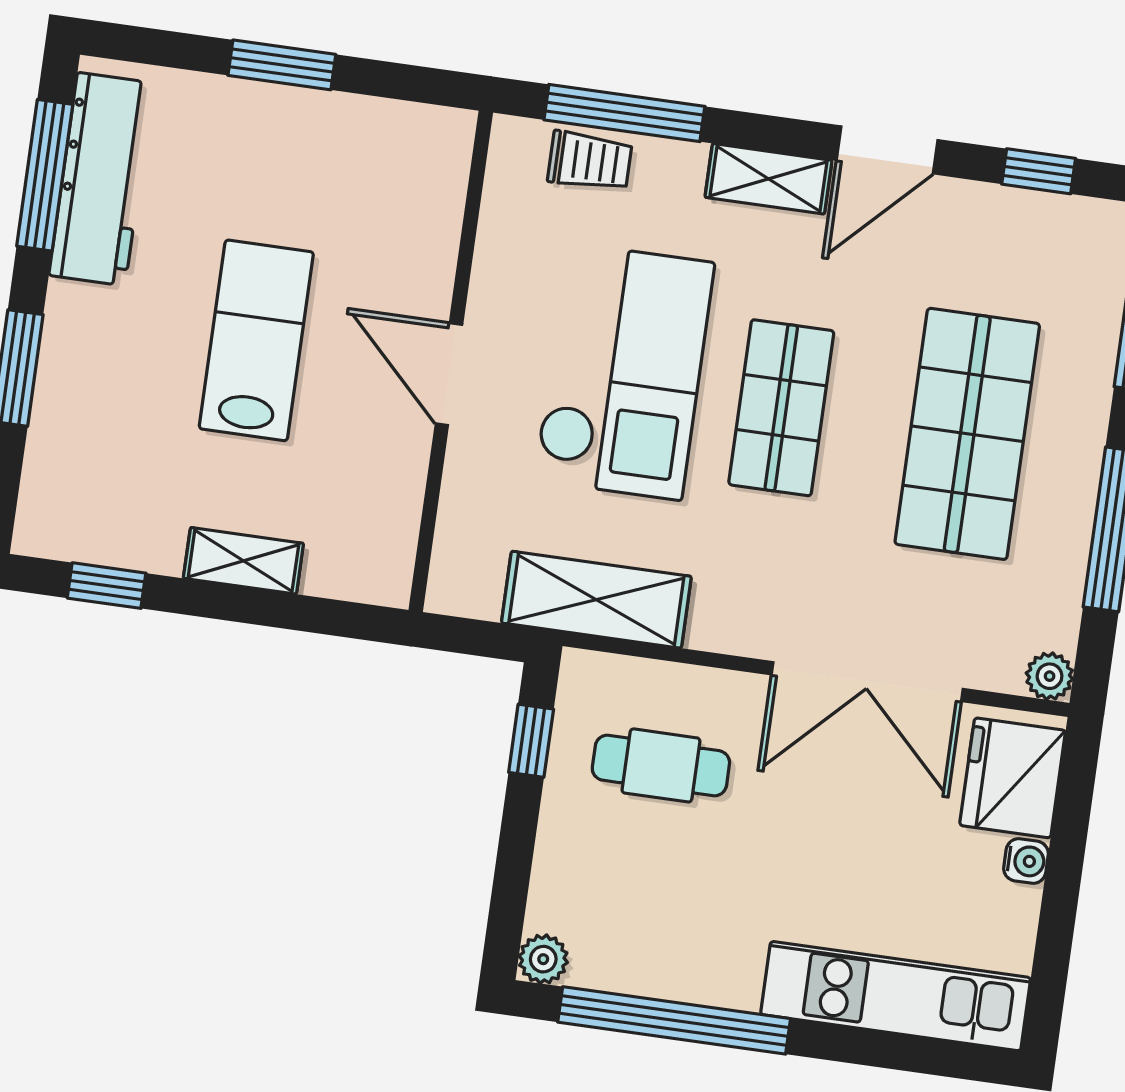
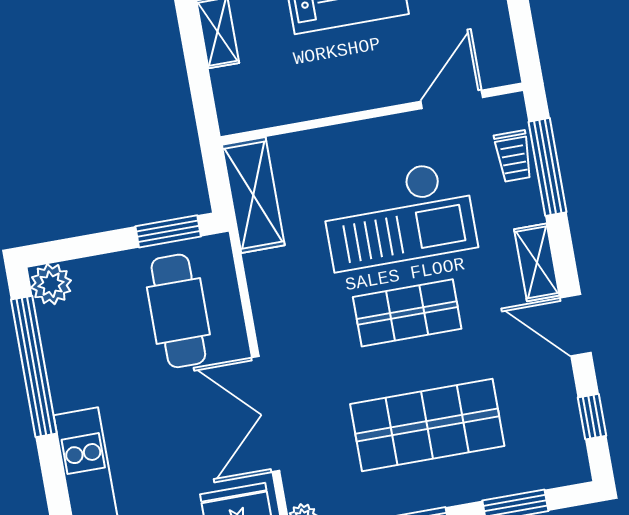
door: (449, 374) -> (452, 99), moved
shelving: (596, 600) -> (253, 195), moved
window: (531, 741) -> (168, 231), width x1.50
cafe table: (661, 765) -> (178, 311), width x1.37, depth x1.35
plant: (543, 959) -> (51, 284), width x1.38, depth x1.38

